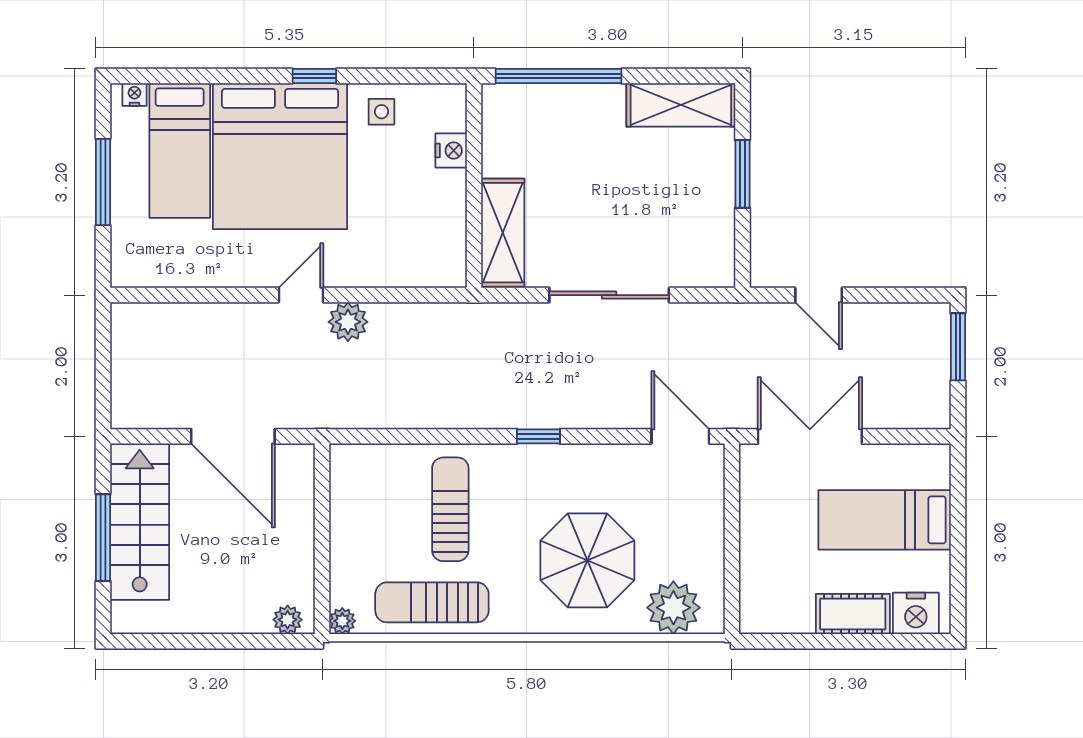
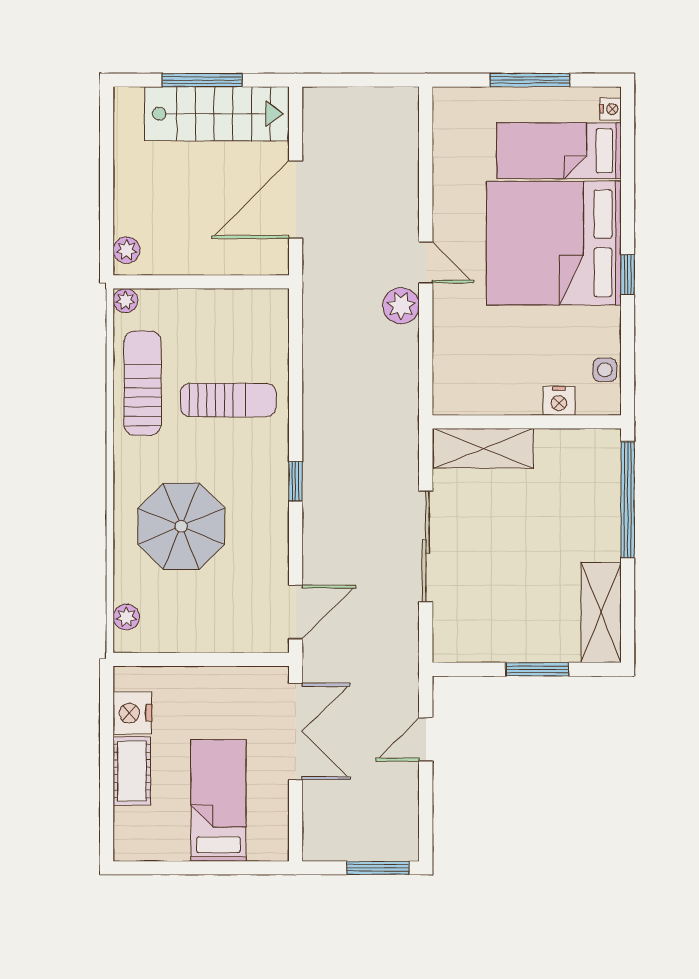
side table: (381, 112) -> (605, 370), moved
plant: (673, 608) -> (126, 617), width x0.53, depth x0.53
nightstand: (916, 613) -> (132, 713), moved

